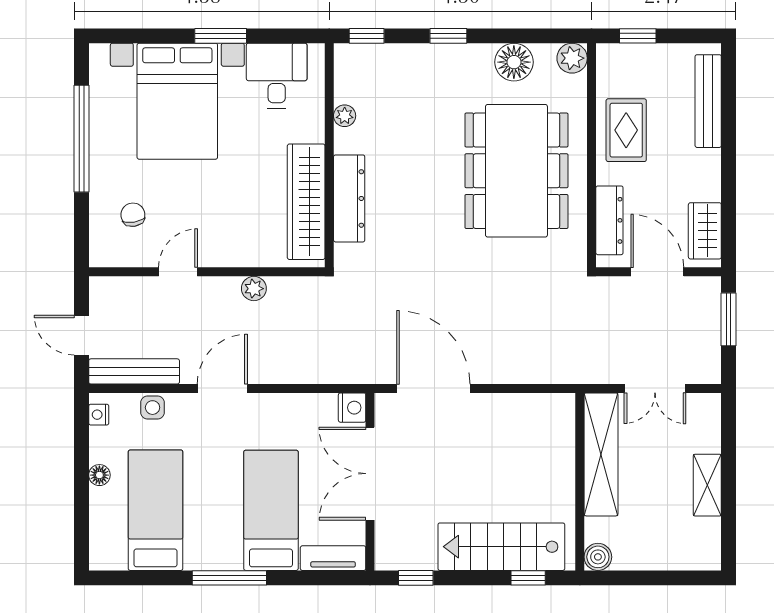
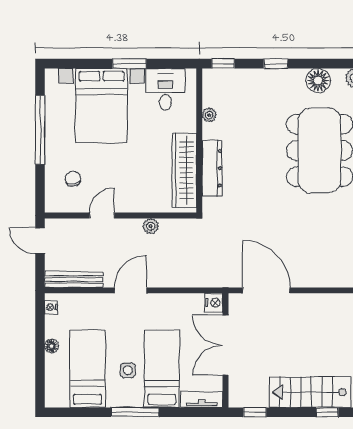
door: (82, 335) -> (40, 241), moved
side table: (153, 408) -> (128, 370), moved

